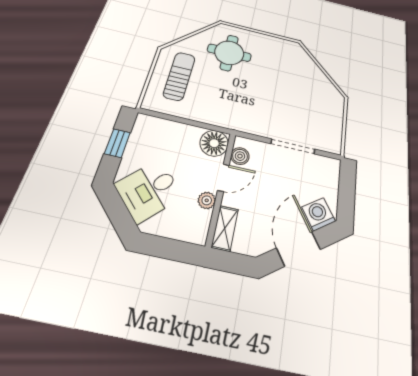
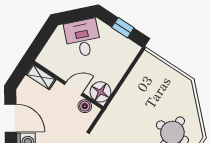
sun lounger: (179, 76) -> (163, 86), removed
door: (223, 178) -> (74, 89), swing flipped
plant: (207, 200) -> (63, 72), removed

